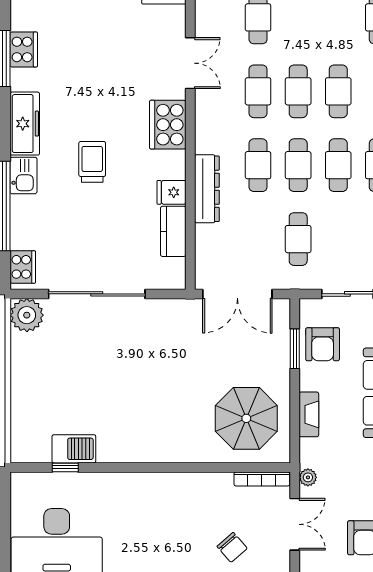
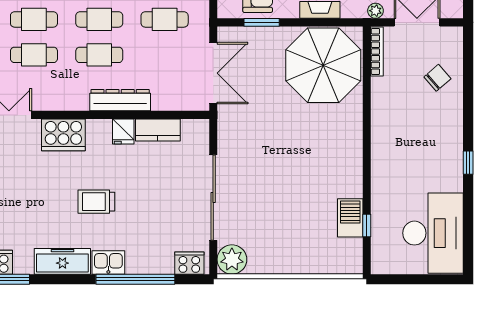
parasol: (246, 418) -> (323, 65), width x1.36, depth x1.36

